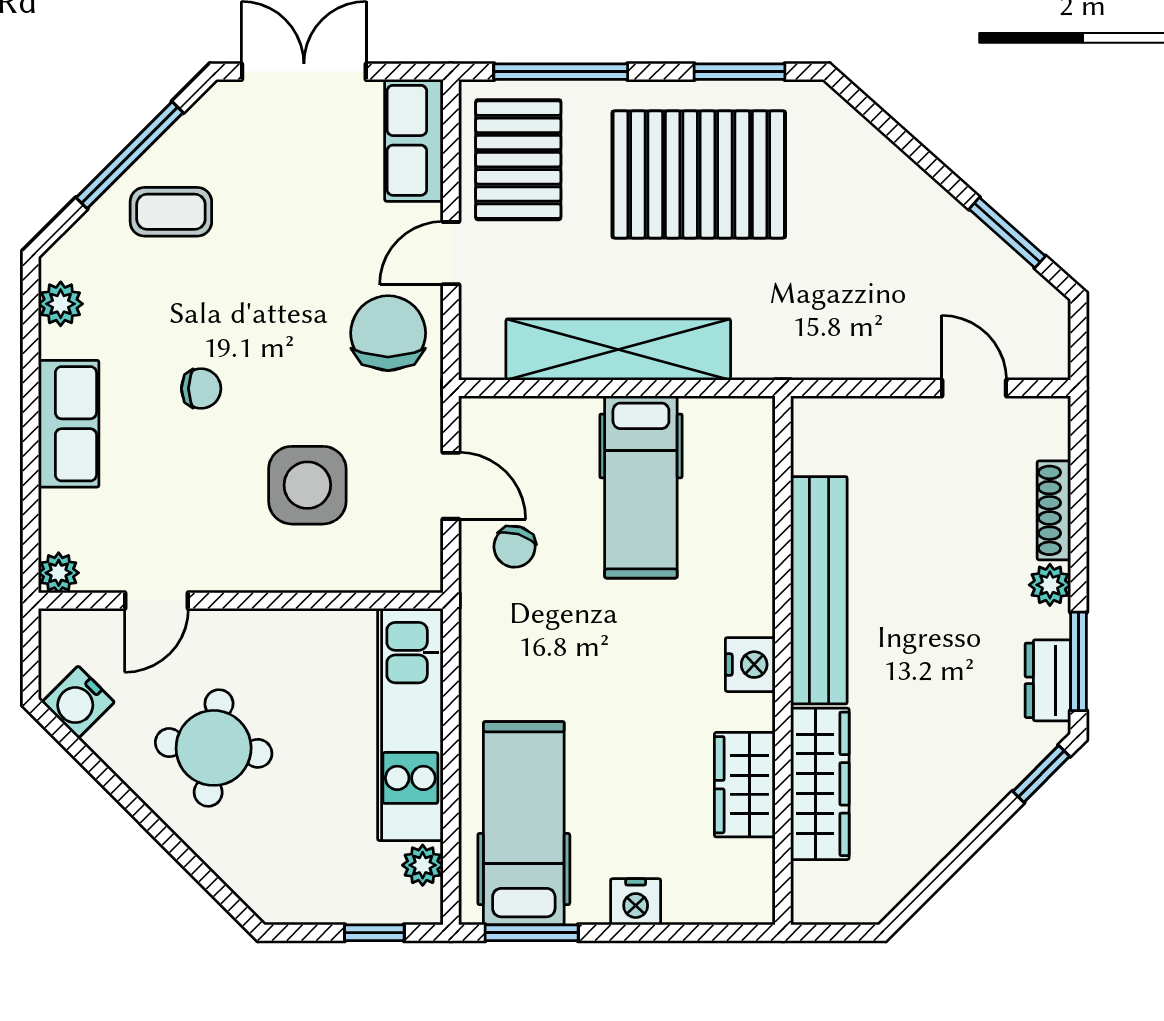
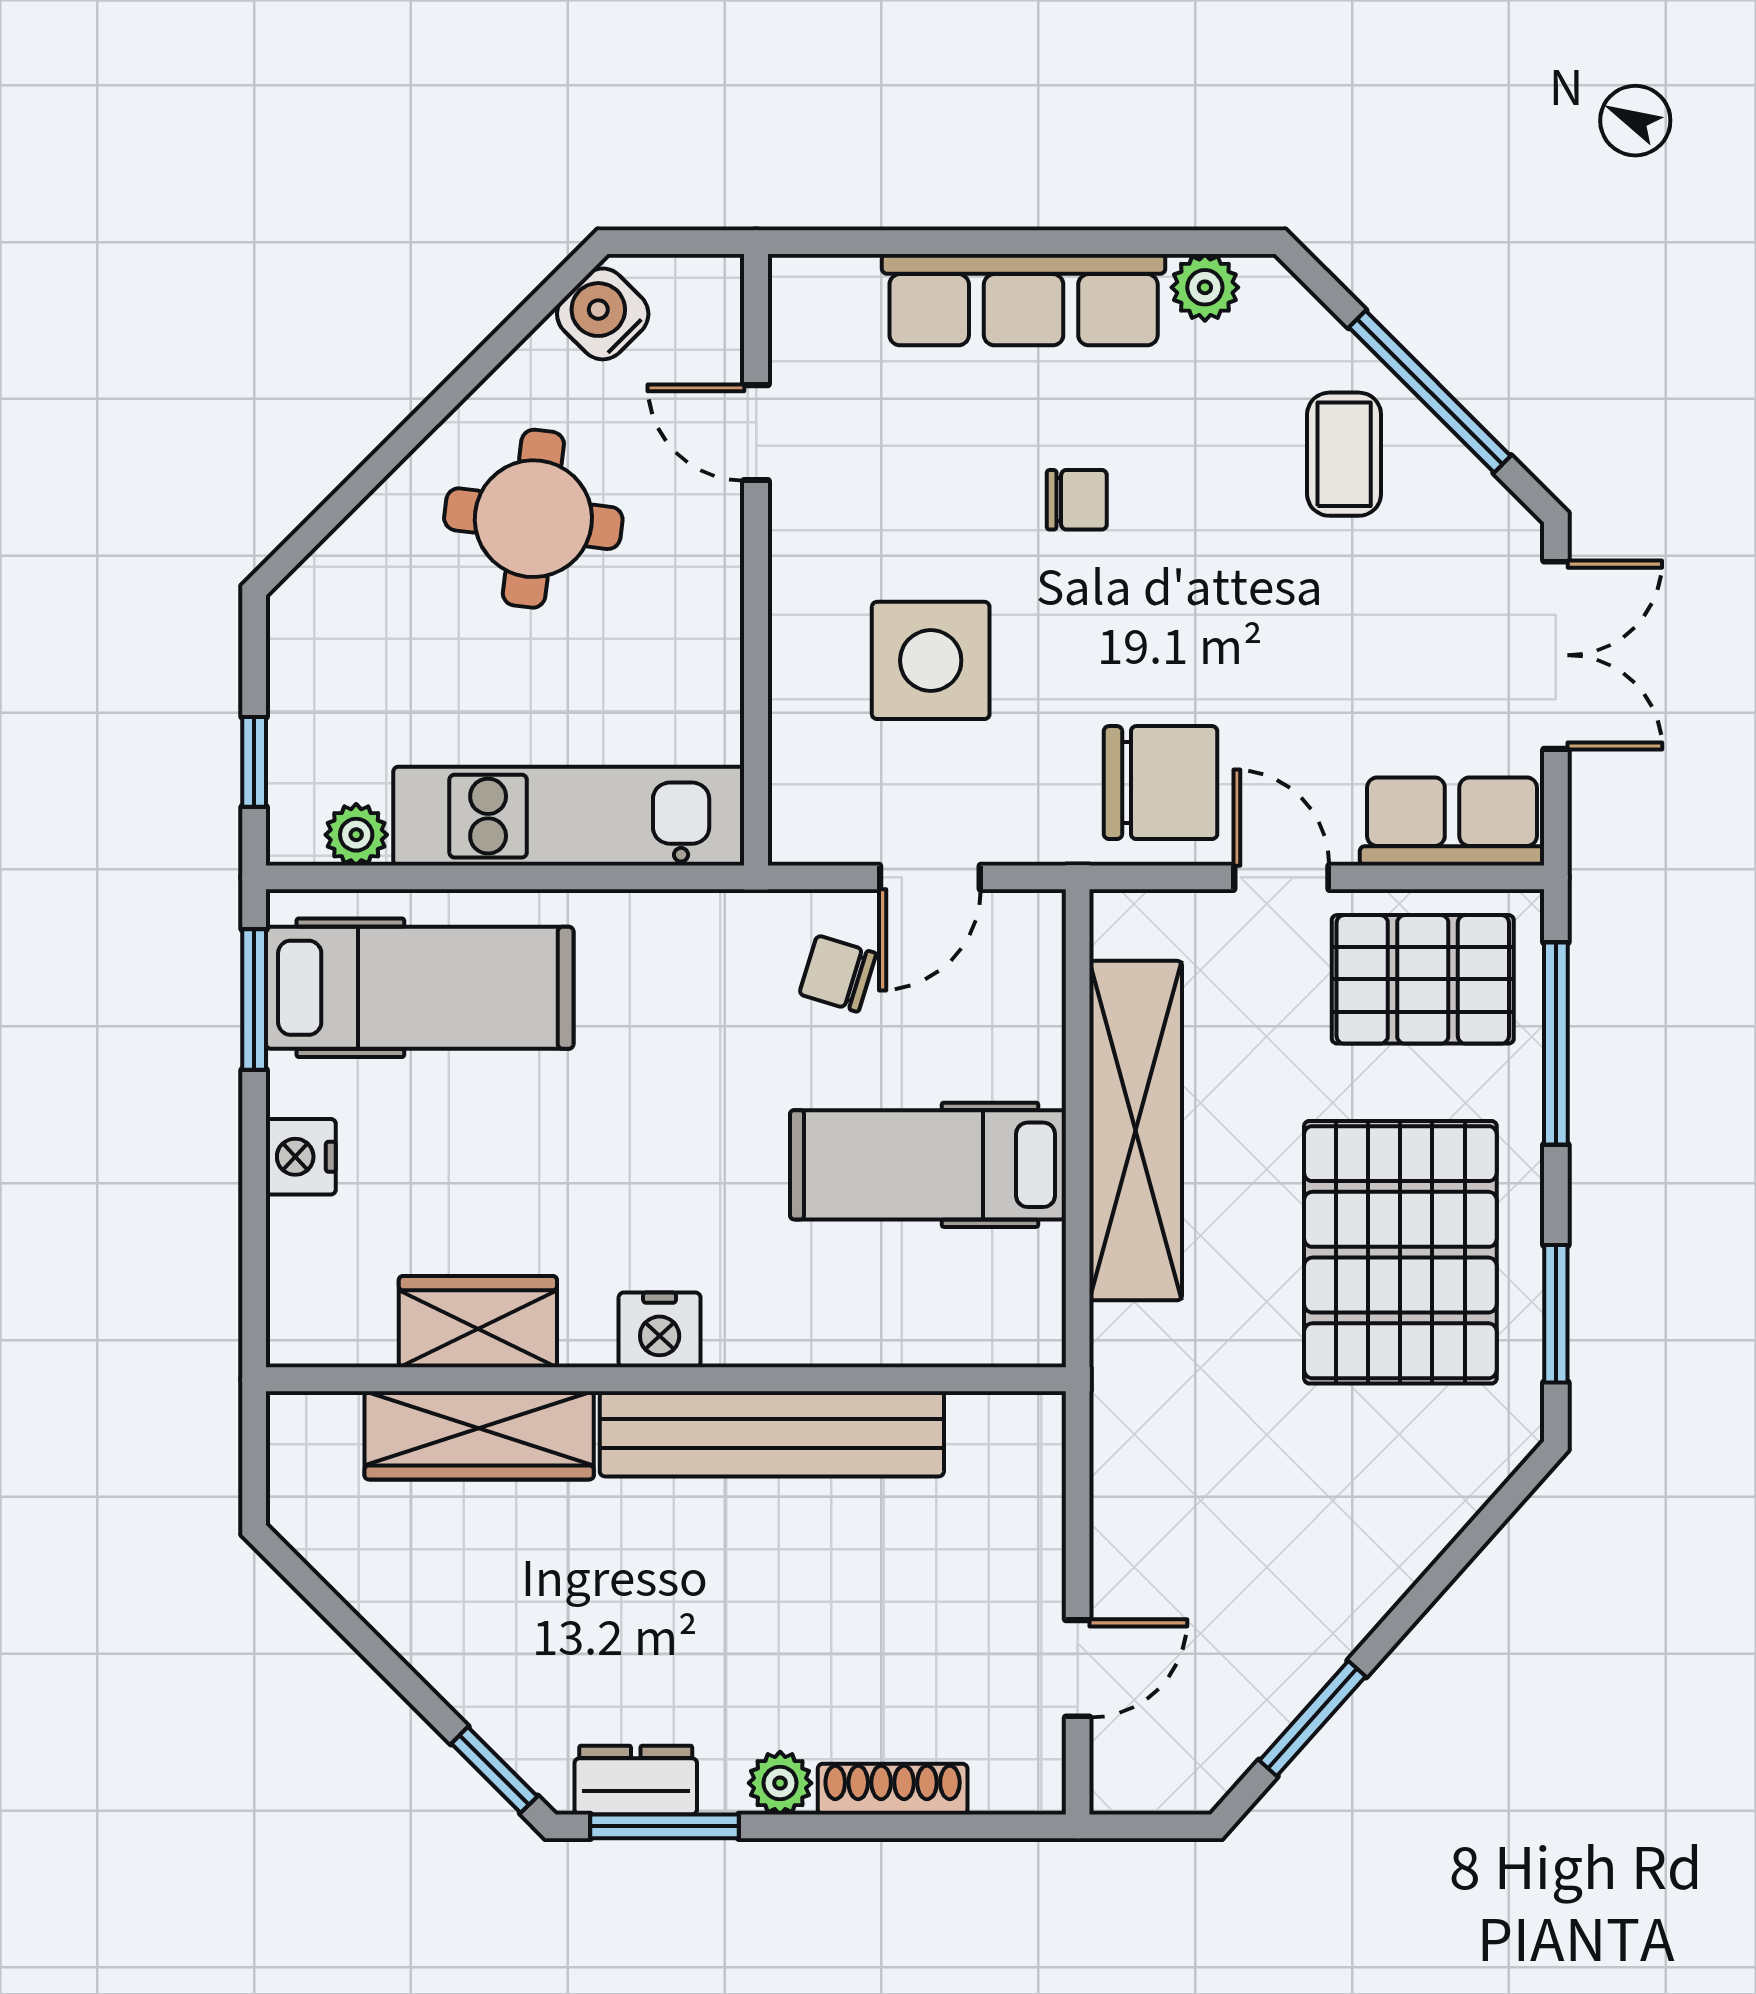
chair: (201, 389) -> (1077, 500), turned -90
row of seats: (69, 424) -> (1024, 300), width x1.48
plant: (59, 573) -> (798, 284), removed

